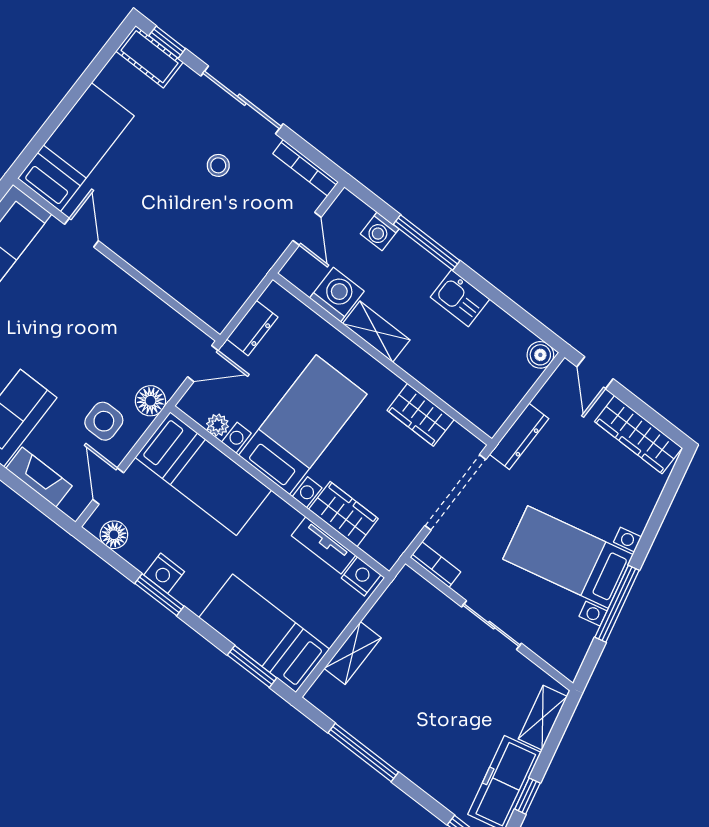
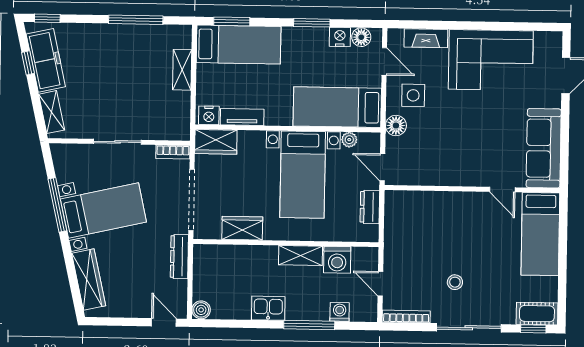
door: (203, 364) -> (382, 167), hinge flipped
wardrobe: (638, 435) -> (89, 279), moved, turned 77
wardrobe: (343, 514) -> (216, 142), moved
nightstand: (164, 573) -> (340, 37), moved

